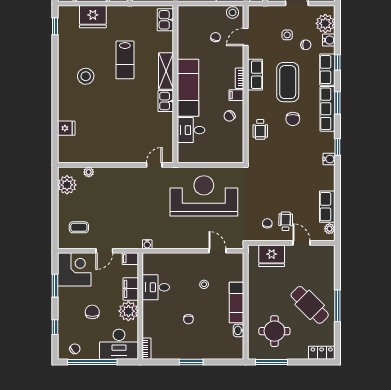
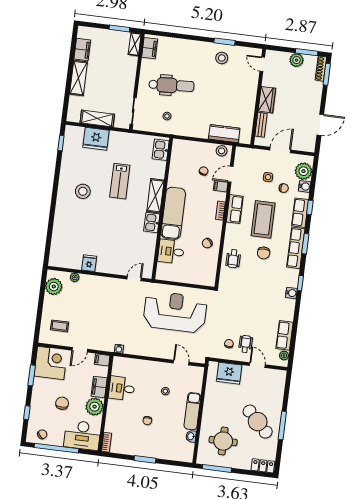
filing cabinet: (236, 95) -> (221, 186), moved
fridge: (66, 128) -> (89, 263), moved, turned -90

